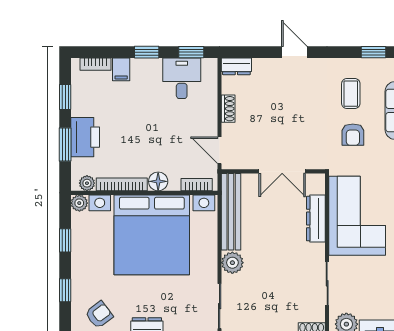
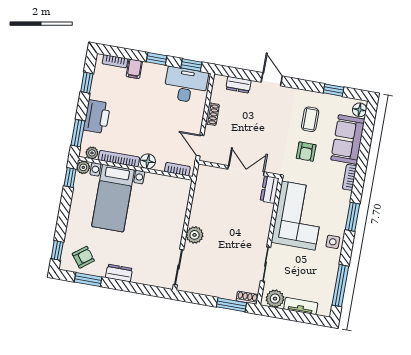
dresser: (236, 66) -> (238, 85), moved
desk: (182, 78) -> (186, 85), width x1.37
window: (65, 145) -> (78, 133), moved
double door: (282, 171) -> (246, 171), swing flipped
bench: (231, 212) -> (200, 195), removed
dresser: (316, 219) -> (270, 190), moved, width x0.70
bed with nightstands: (152, 235) -> (113, 198), width x0.54
window: (65, 240) -> (70, 178), moved
window: (65, 290) -> (57, 250), moved

